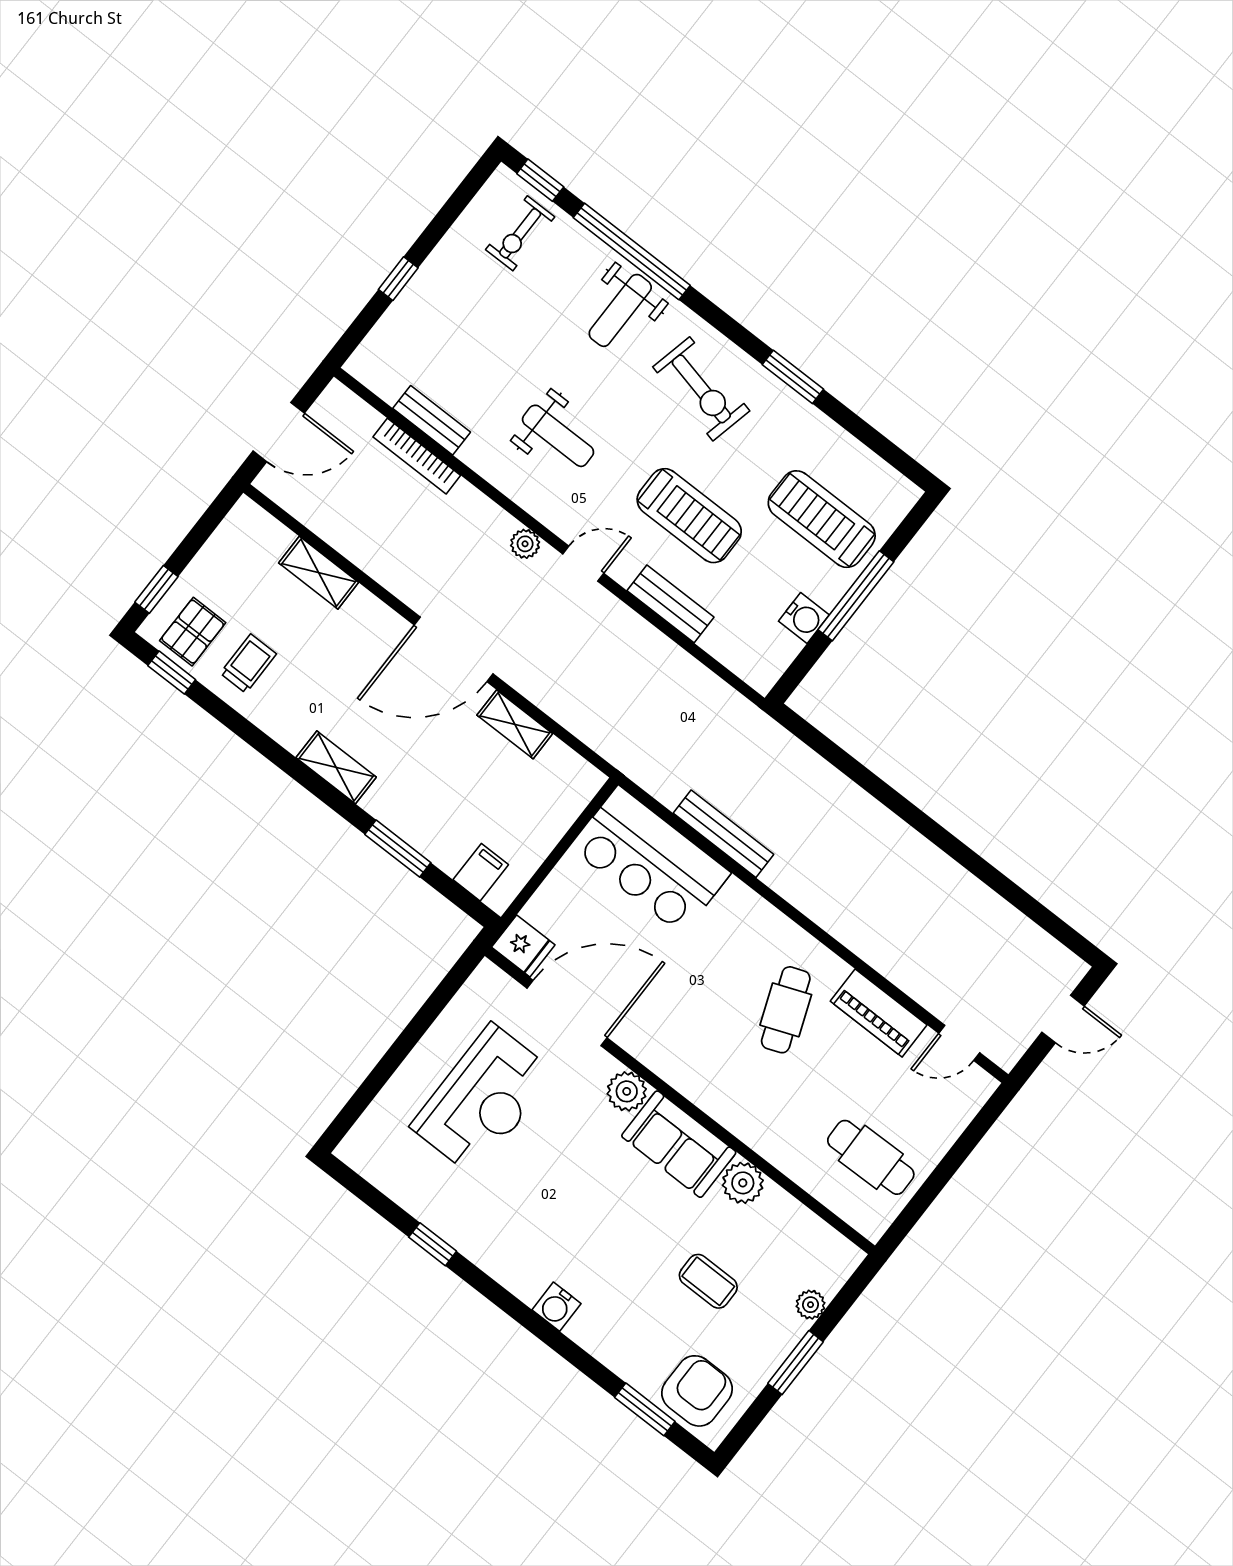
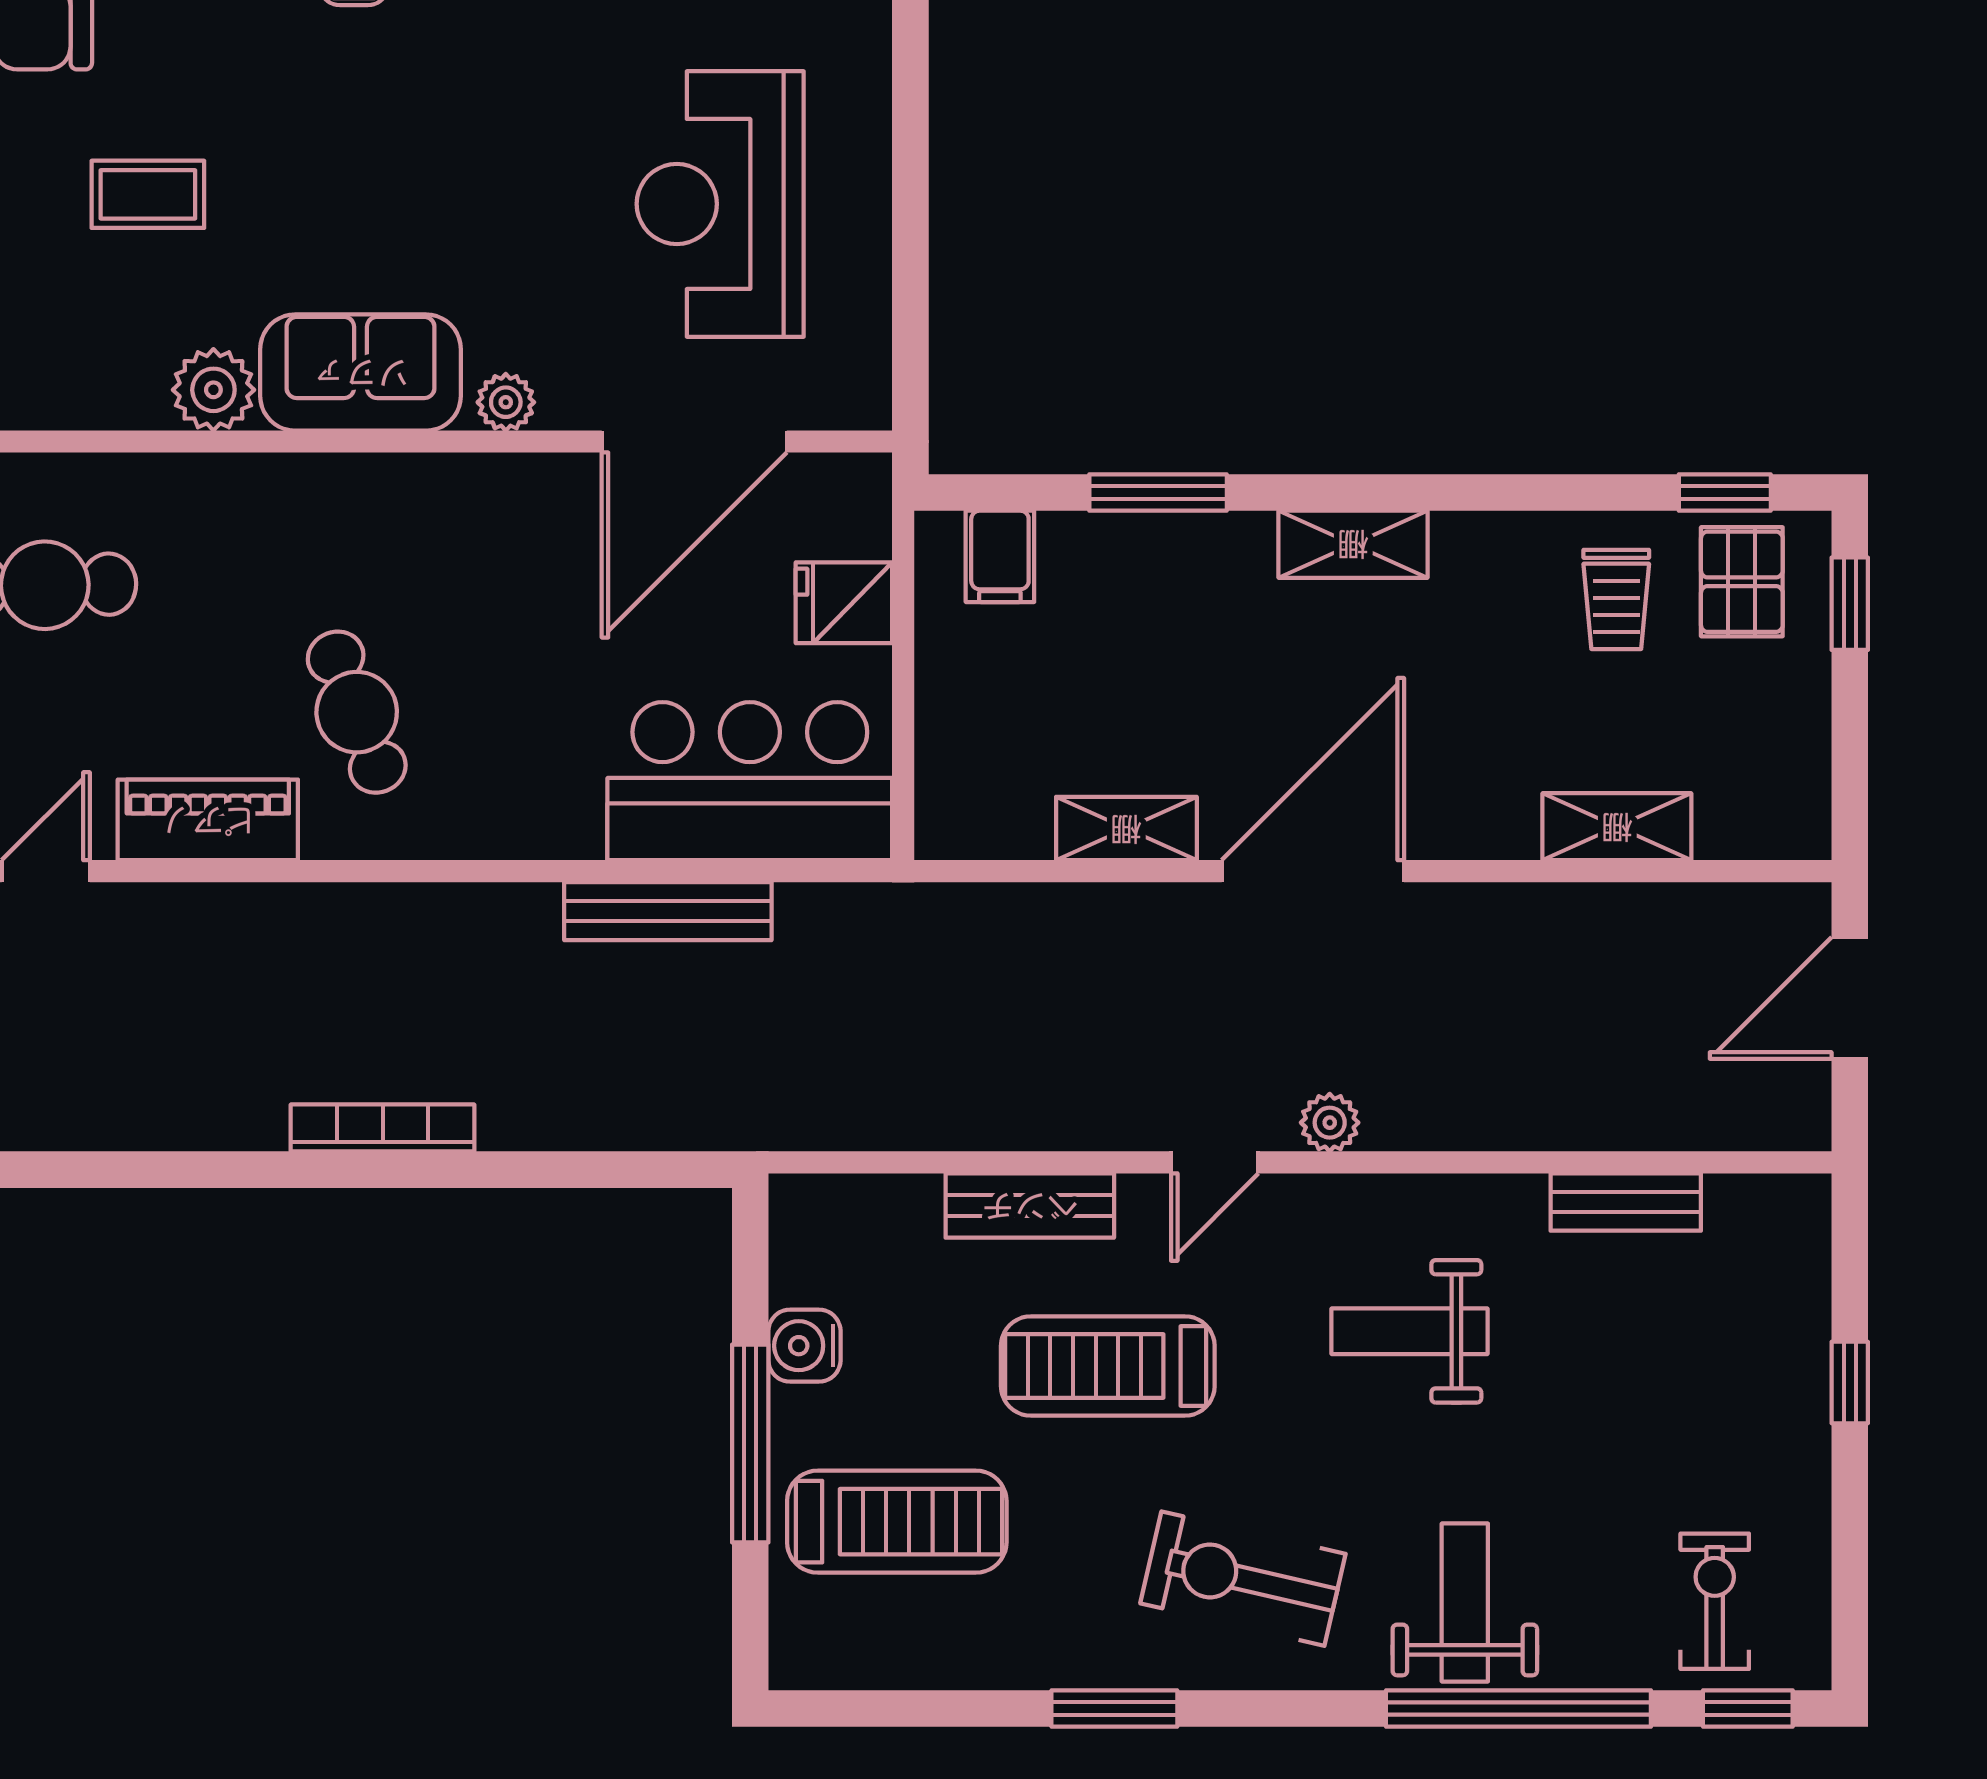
bookcase: (417, 456) -> (383, 1128), moved
fridge: (523, 946) -> (844, 603), moved
plant: (627, 1091) -> (506, 402), width x0.73, depth x0.73

